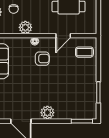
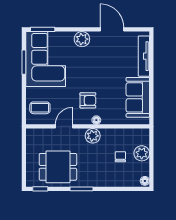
plant: (25, 27) -> (93, 136), moved
armchair: (42, 59) -> (88, 100), turned 180
corner sofa: (79, 95) -> (46, 59), added

